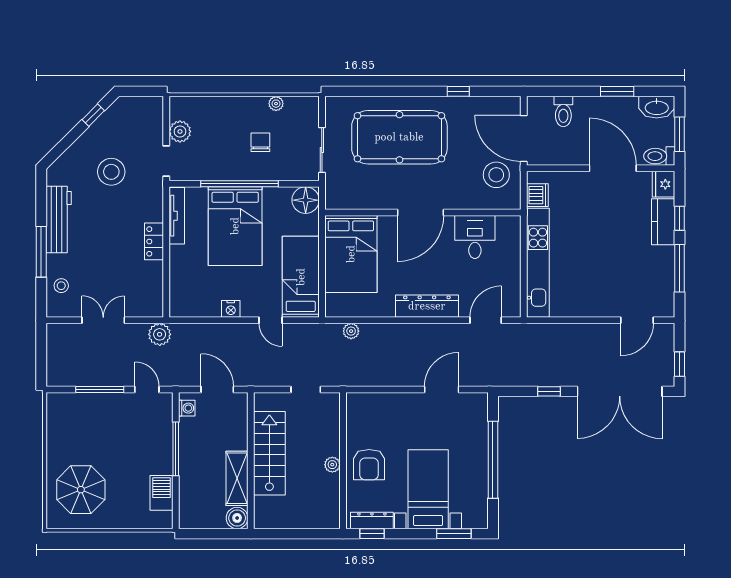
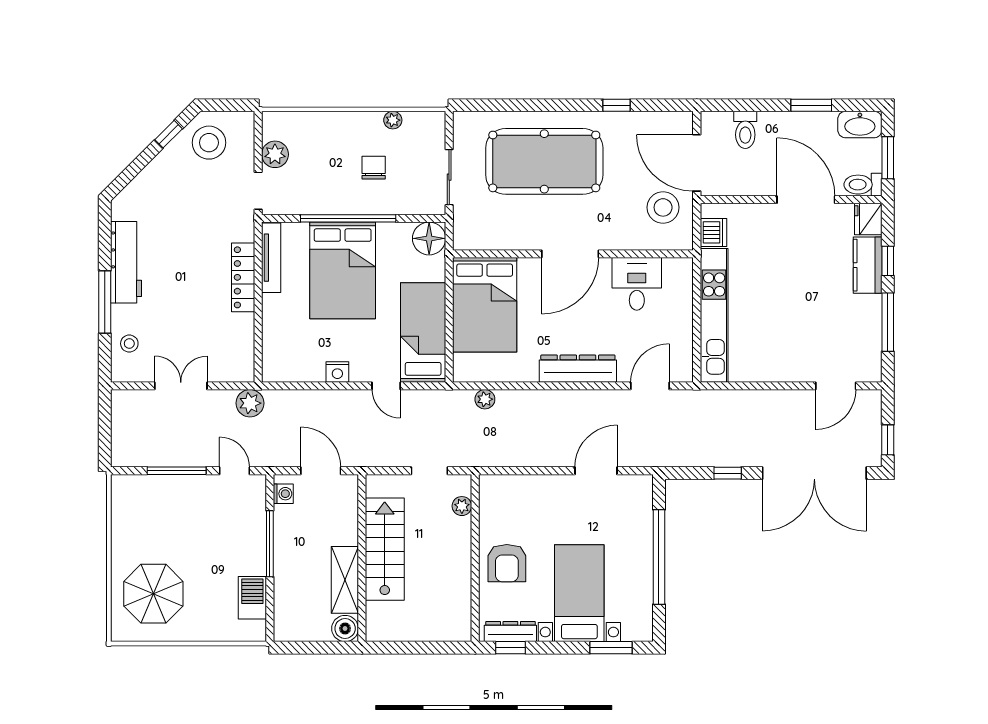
stool: (111, 172) -> (209, 143), moved
locker: (154, 241) -> (243, 277), width x1.53
plant: (332, 465) -> (462, 506), moved

